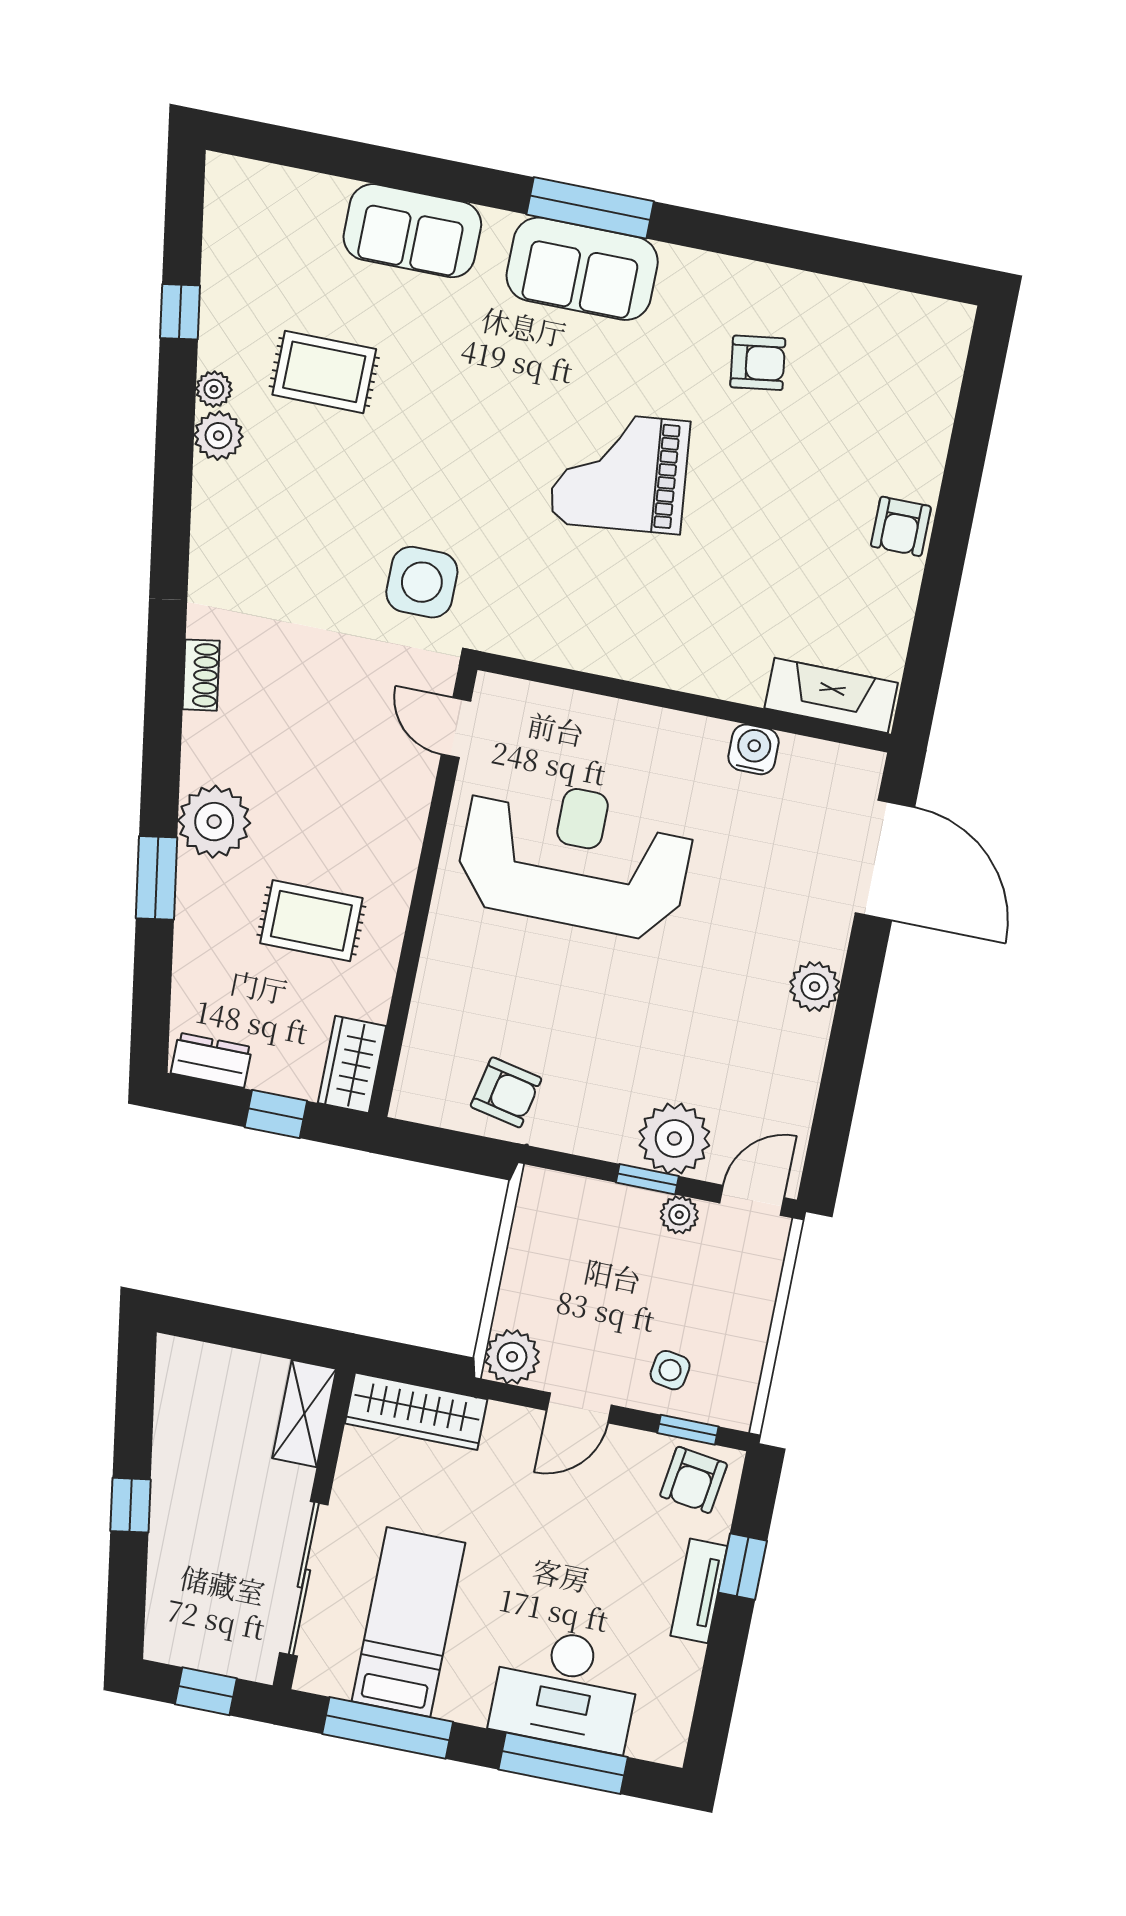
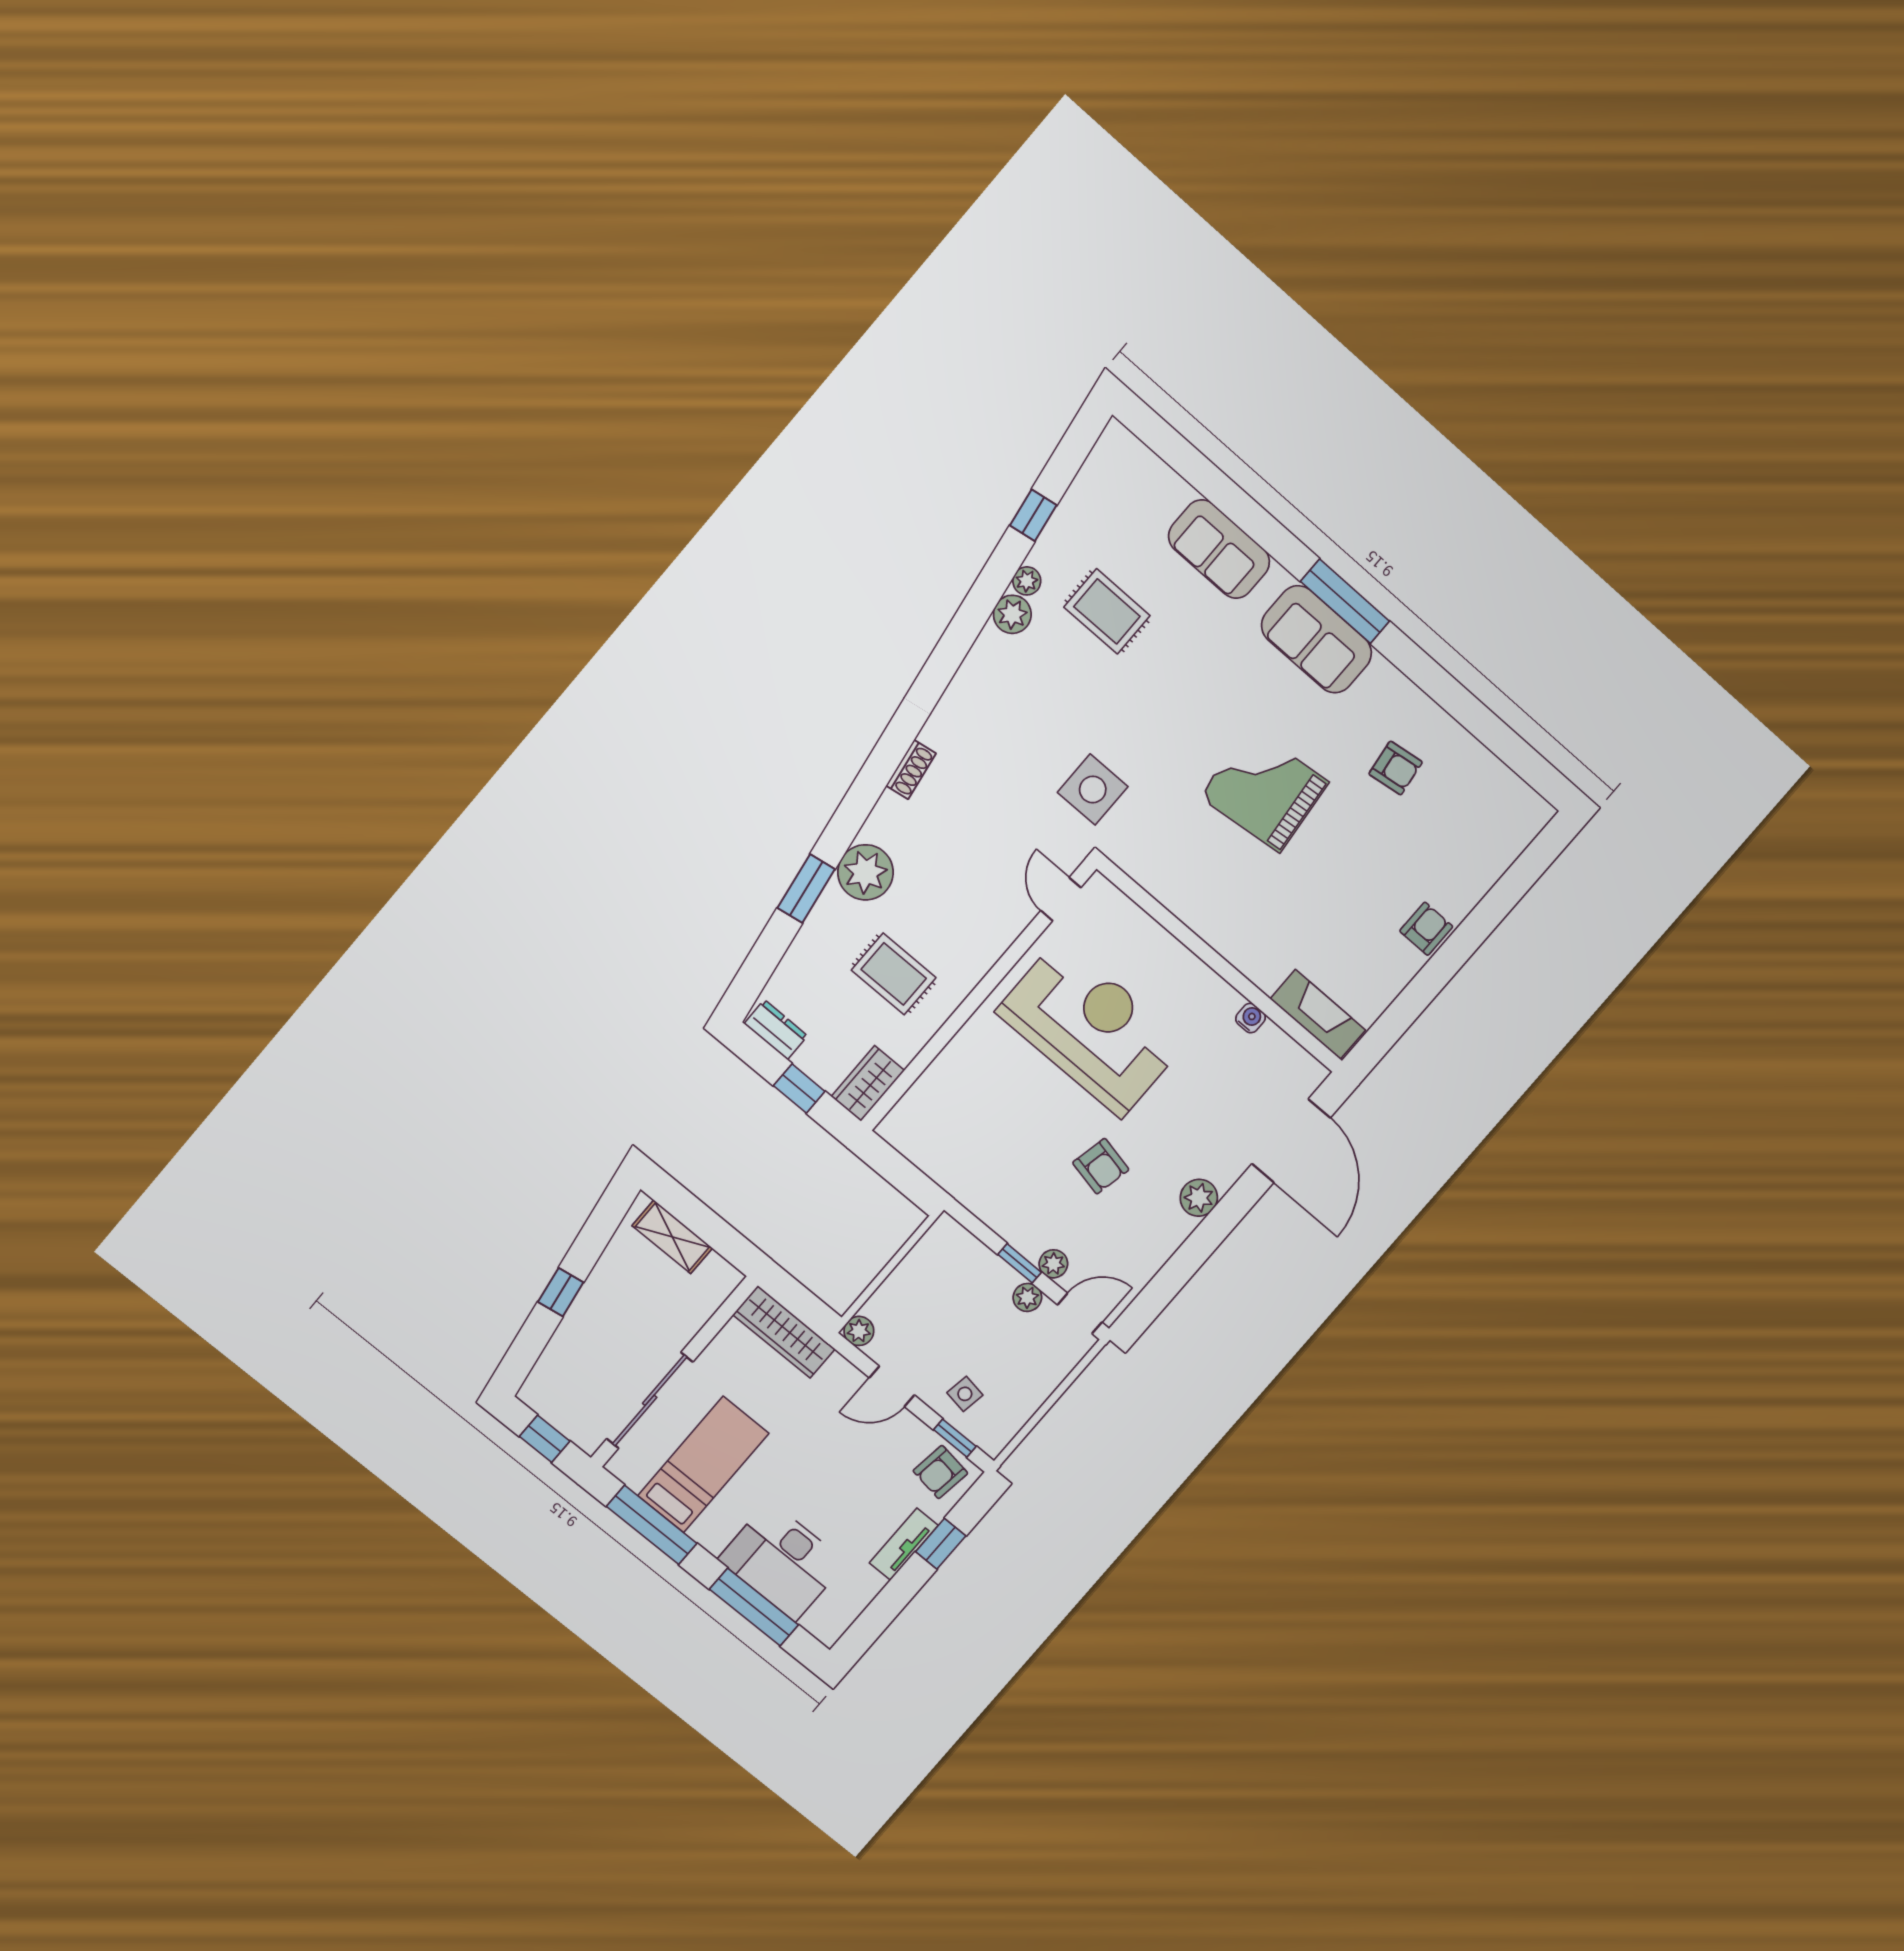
armchair: (901, 526) -> (1426, 929), turned 180
water cooler: (753, 749) -> (1251, 1018), width x0.72, depth x0.72
armchair: (506, 1092) -> (1101, 1166), moved
plant: (674, 1139) -> (1053, 1264), width x0.53, depth x0.53
plant: (512, 1357) -> (859, 1331), width x0.73, depth x0.73
shelving: (304, 1414) -> (672, 1237), moved, turned 90

